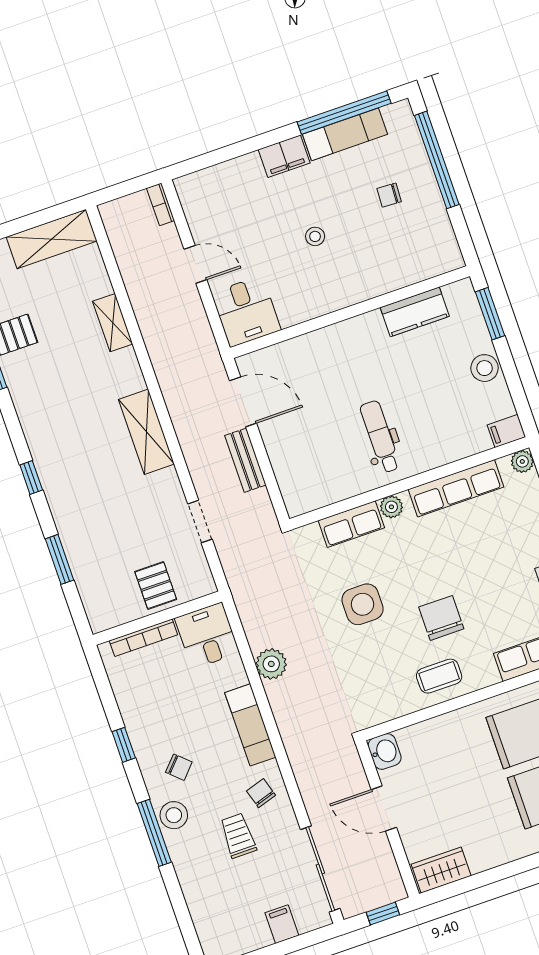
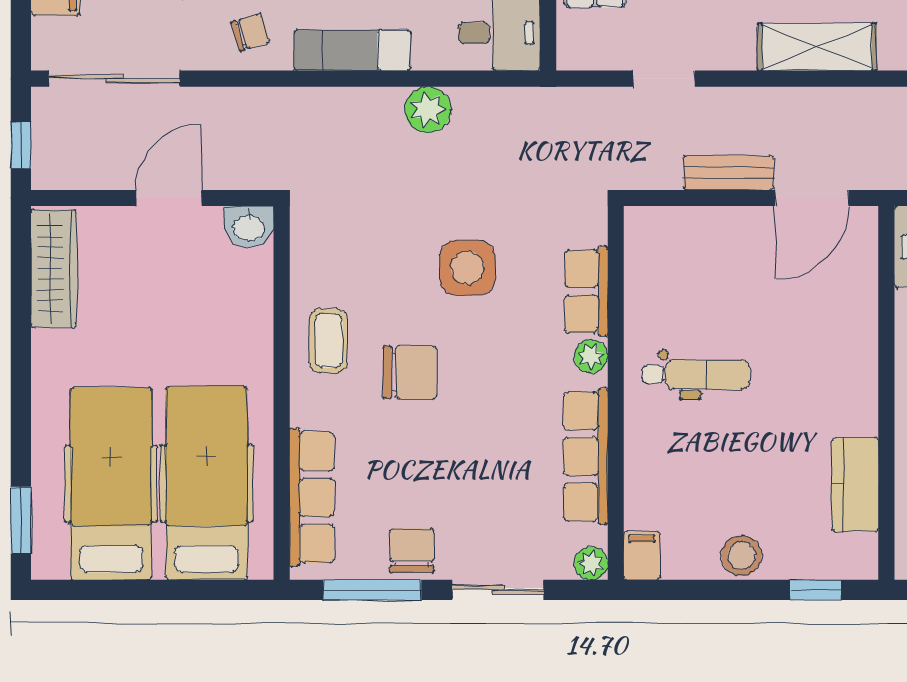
window: (490, 314) -> (816, 590), width x0.67
wardrobe: (441, 870) -> (54, 268), width x1.50

